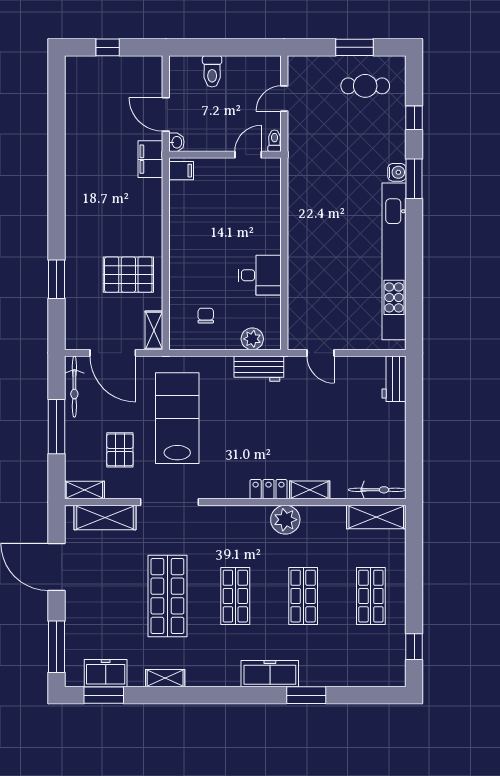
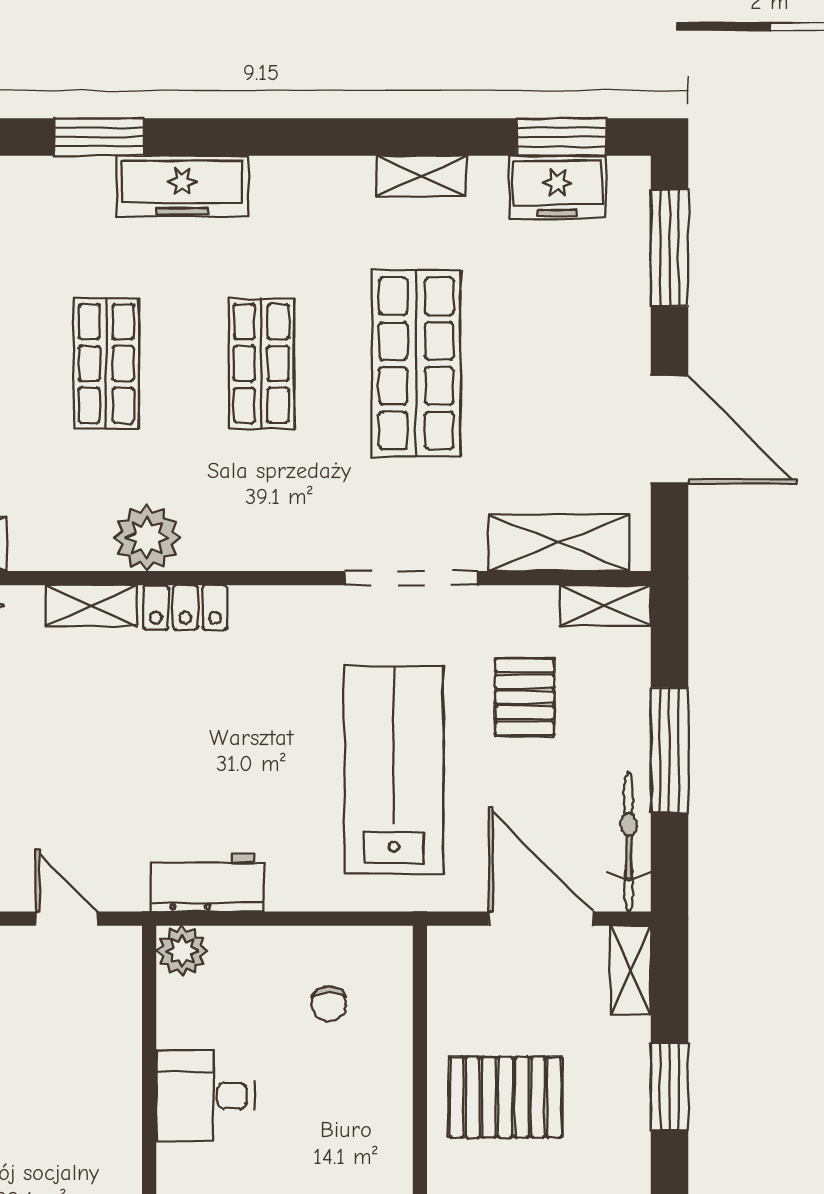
shelving: (154, 330) -> (631, 970), moved
plant: (252, 339) -> (182, 951), moved
lab bench: (177, 418) -> (394, 770), turned 180

